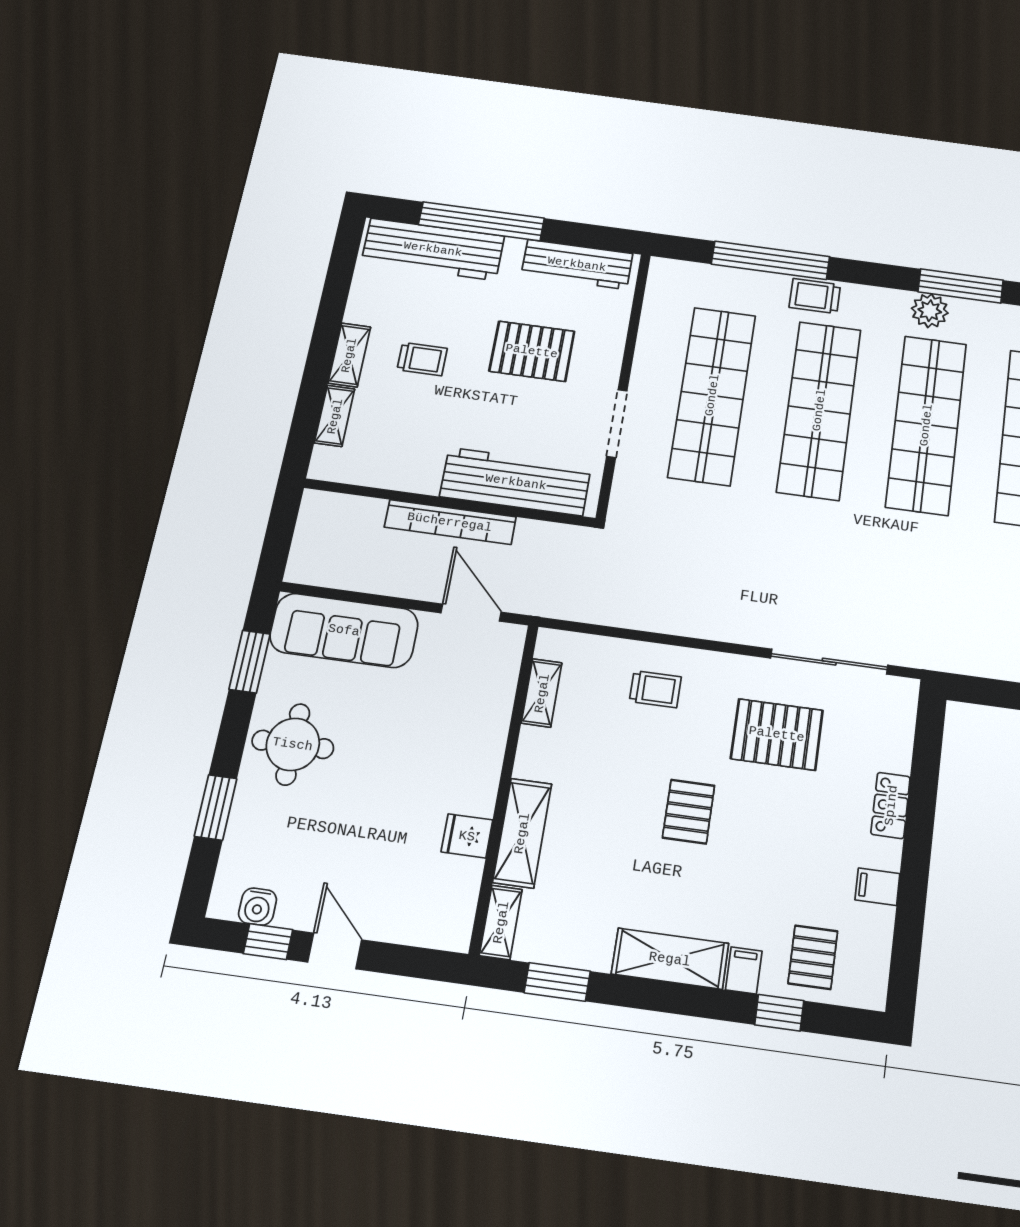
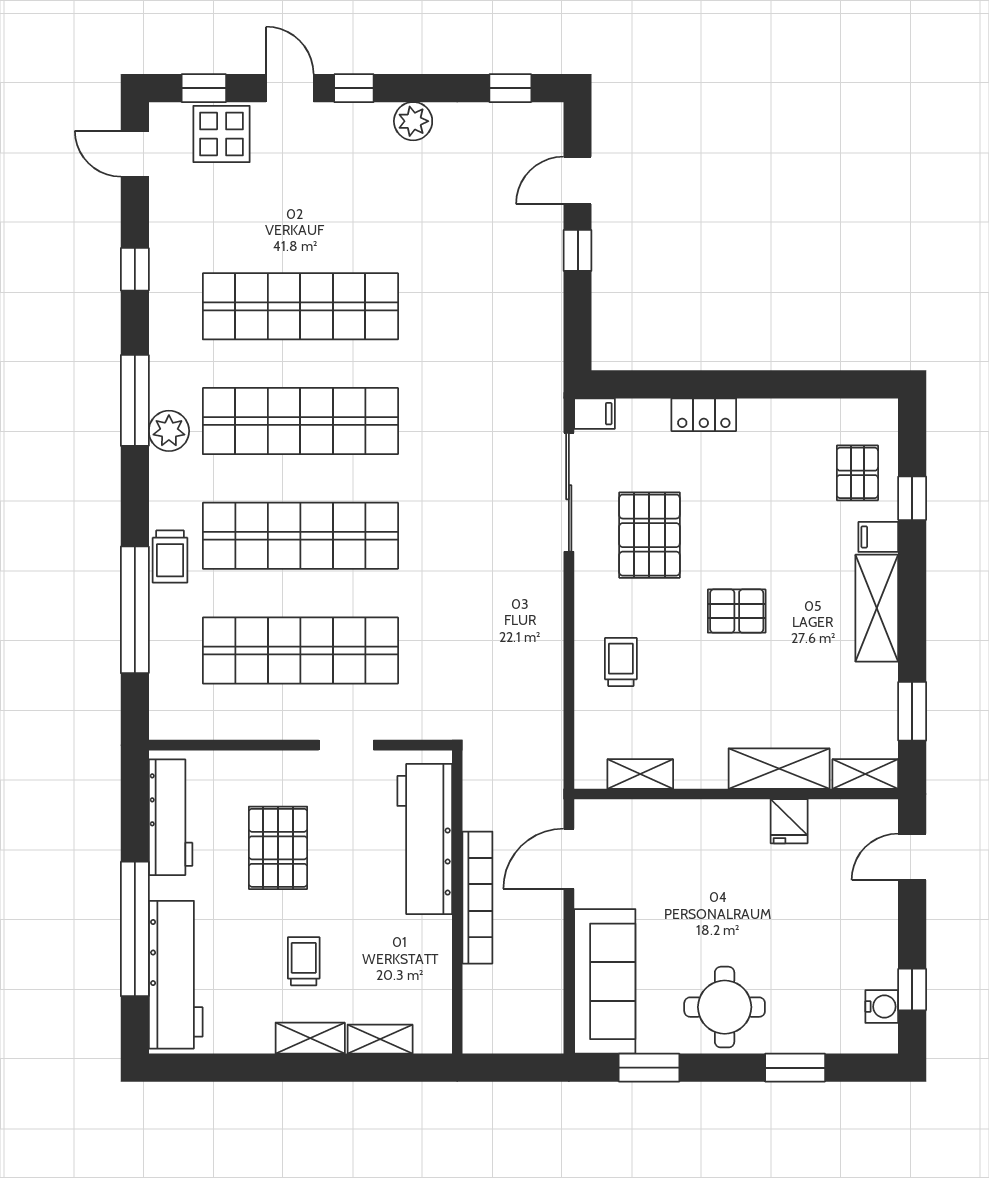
doorway: (617, 423) -> (346, 745), width x0.73
filing cabinet: (877, 887) -> (594, 414), moved, turned -90
door: (335, 951) -> (912, 857), moved
pallet: (813, 957) -> (857, 473), turned 90

